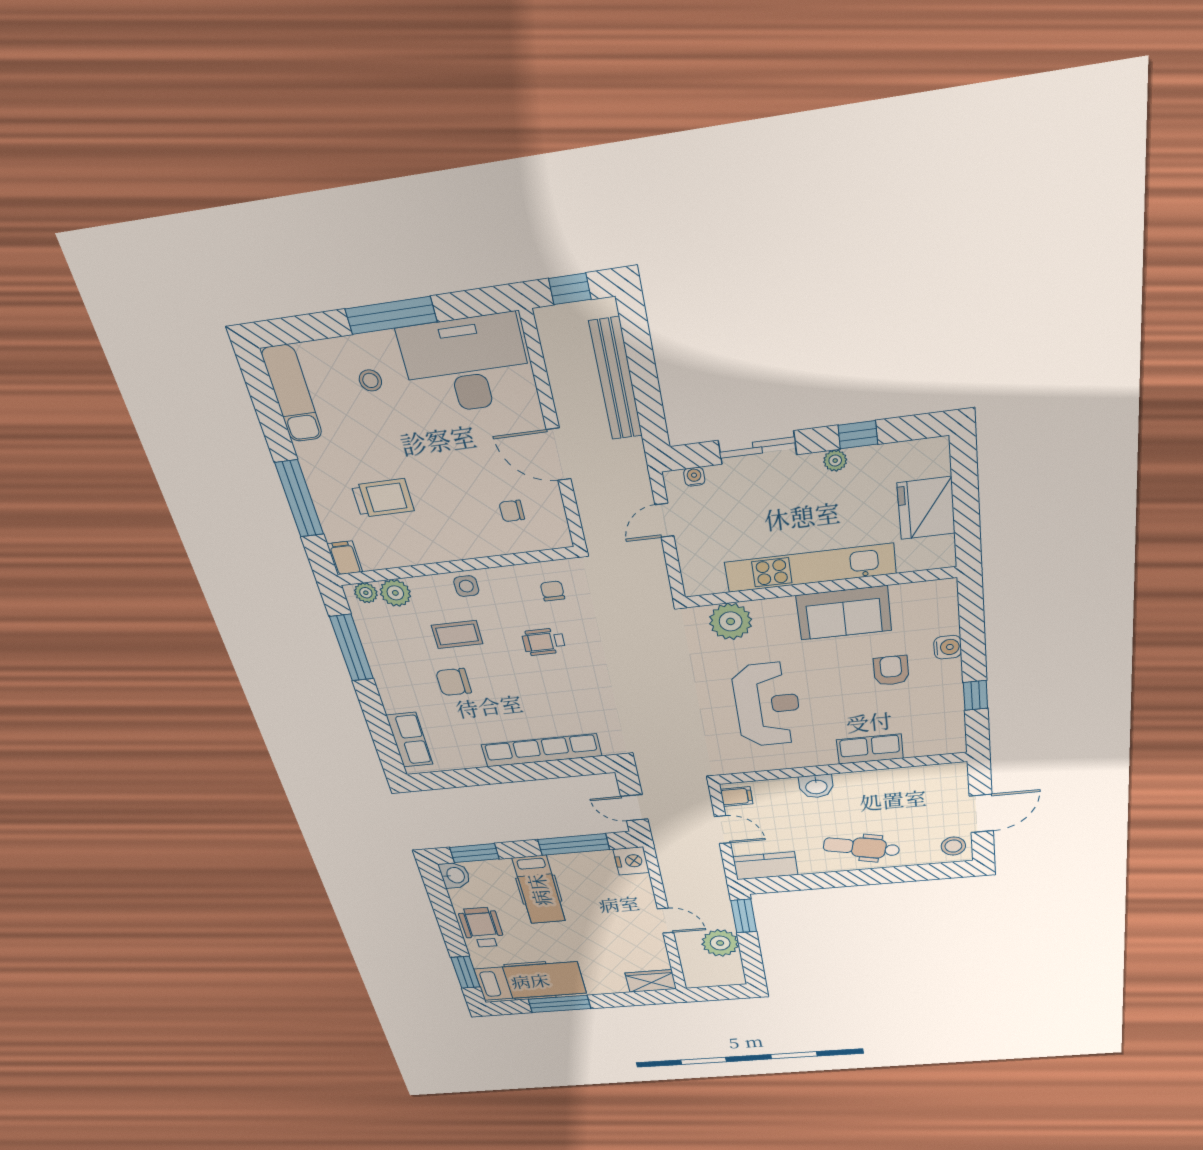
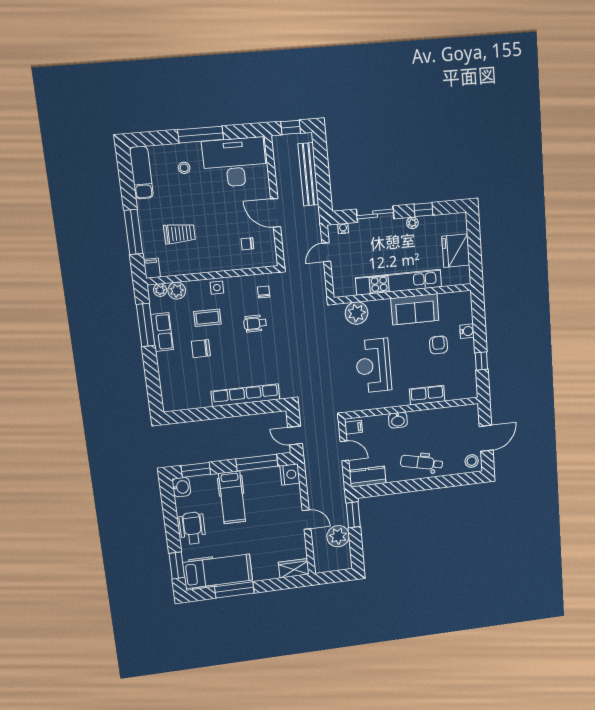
reception desk: (767, 705) -> (373, 366), turned 180
row of seats: (410, 740) -> (162, 332), moved

